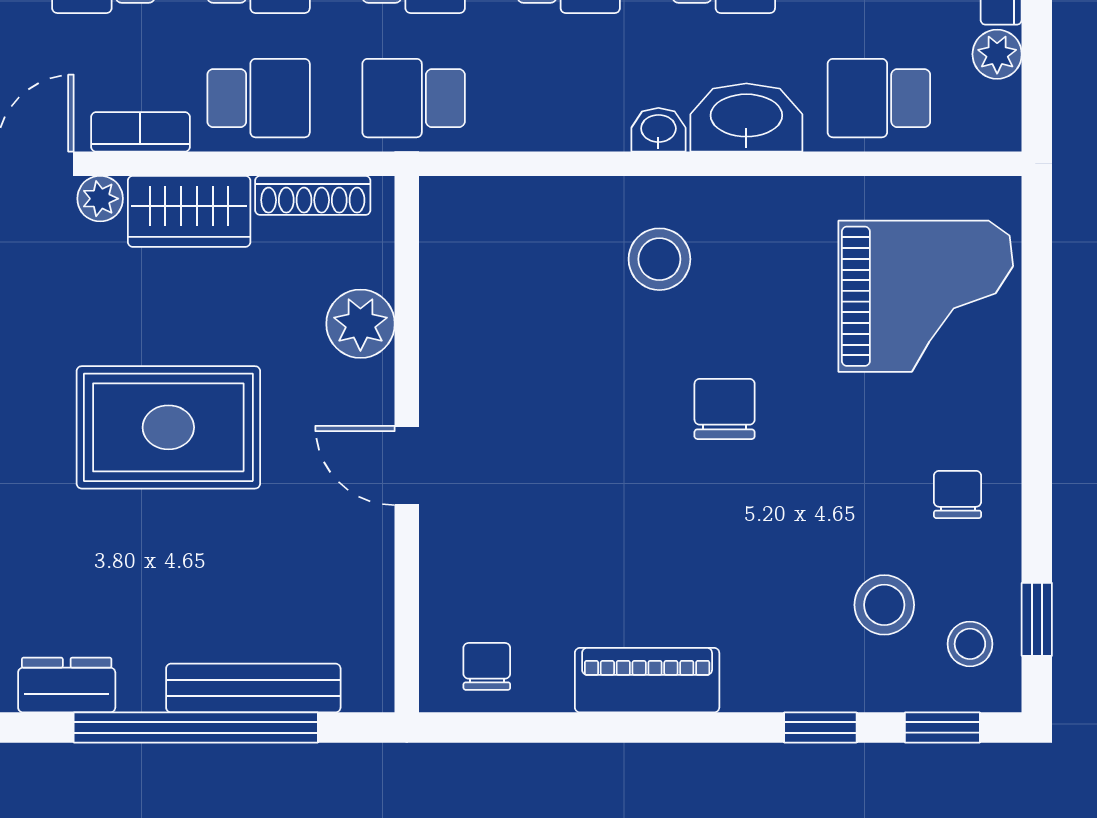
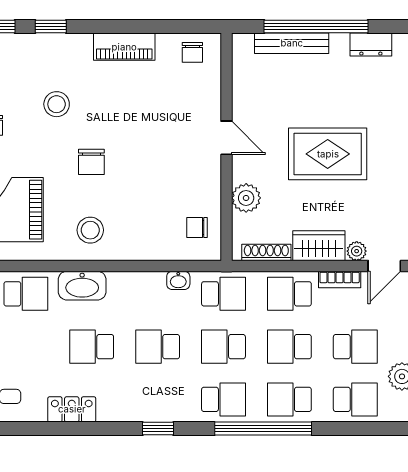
washbasin: (658, 130) -> (178, 280), moved
chair: (476, 254) -> (197, 227), added
stool: (659, 259) -> (90, 230), moved
stool: (884, 605) -> (57, 104), moved

